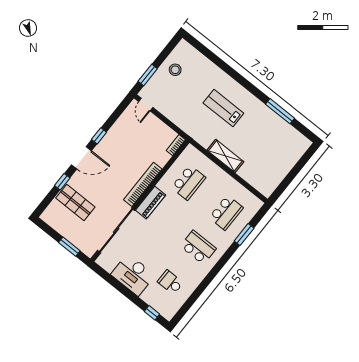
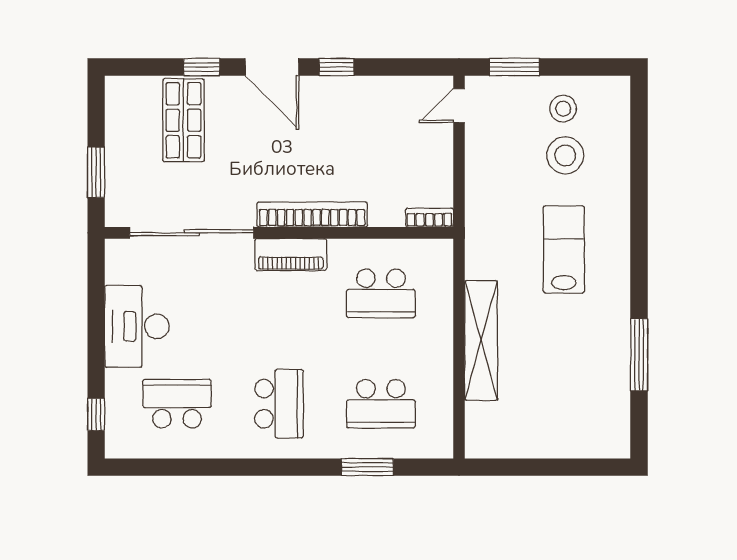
stool: (192, 82) -> (565, 155), added
shelving: (225, 156) -> (481, 340), width x1.47
school desk: (170, 282) -> (177, 404), width x1.85

